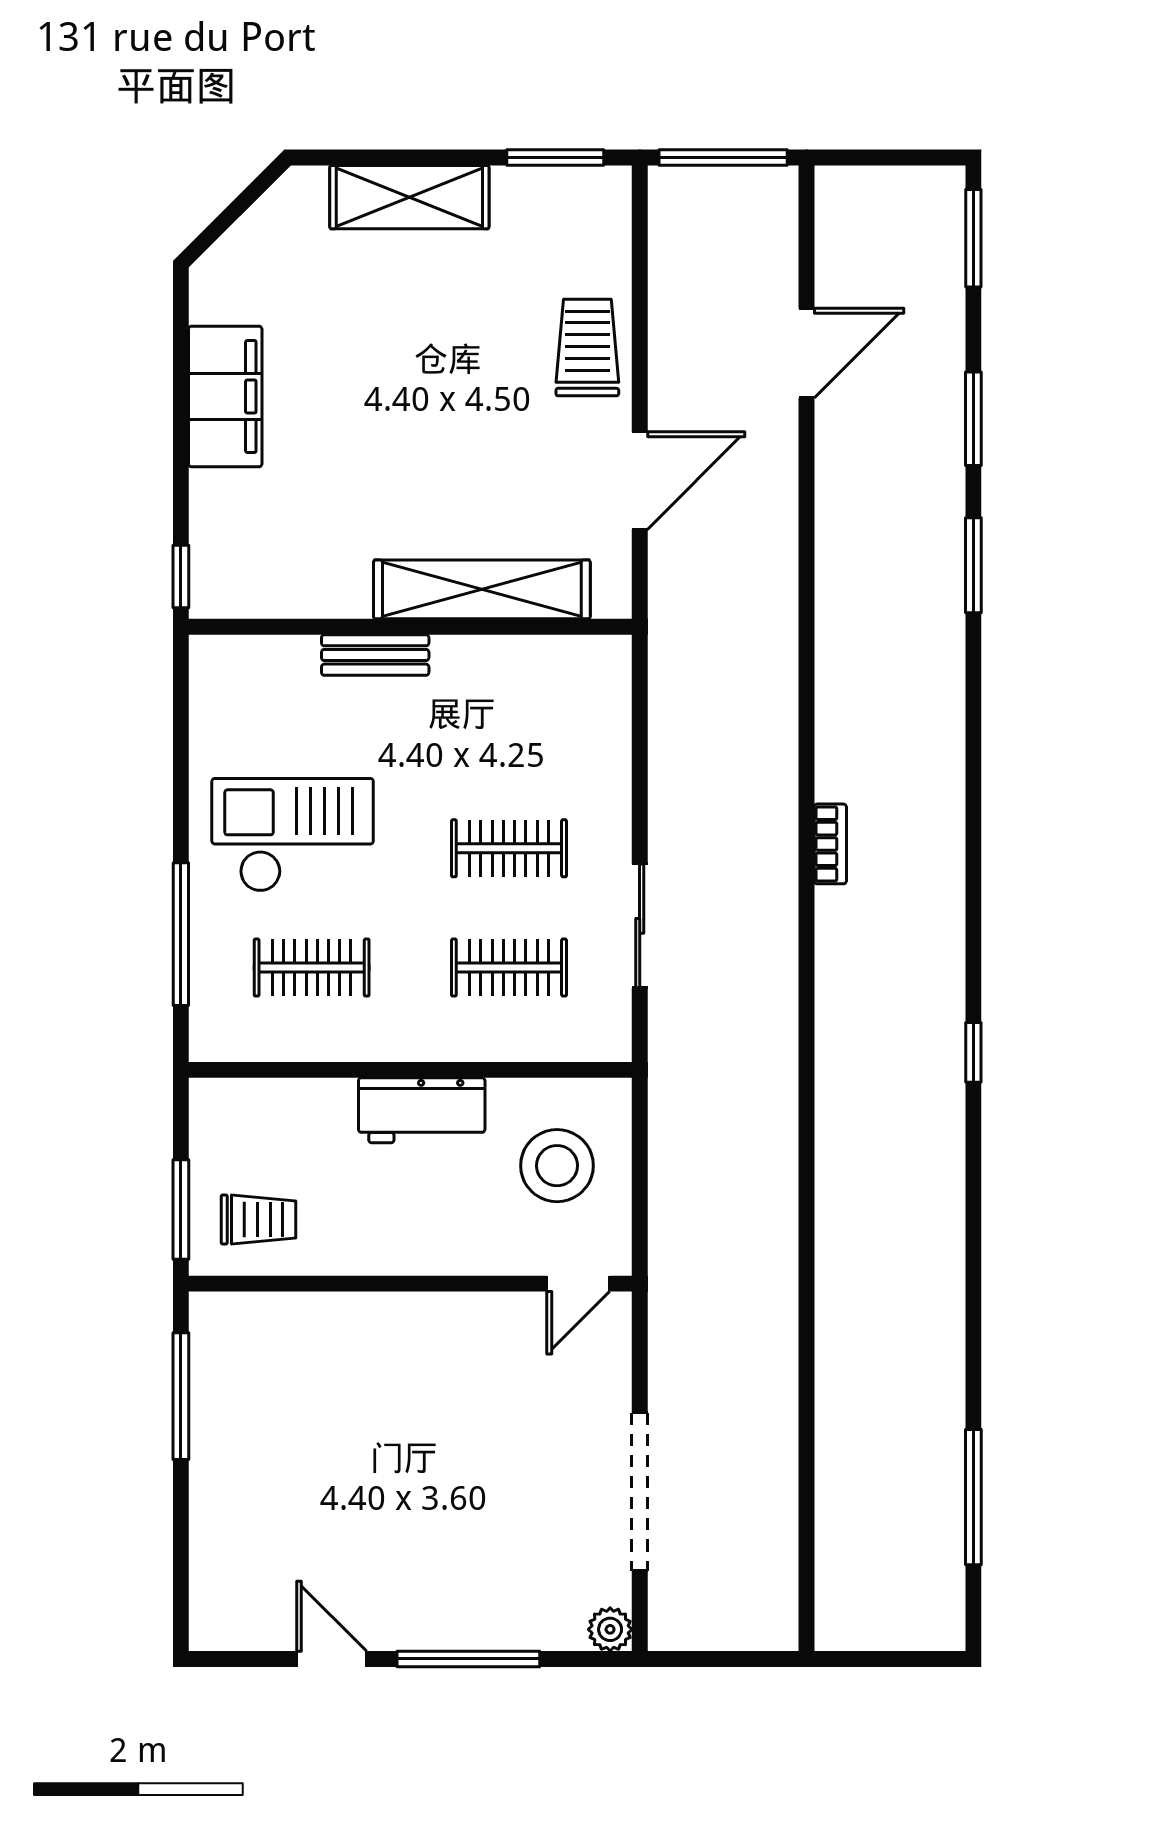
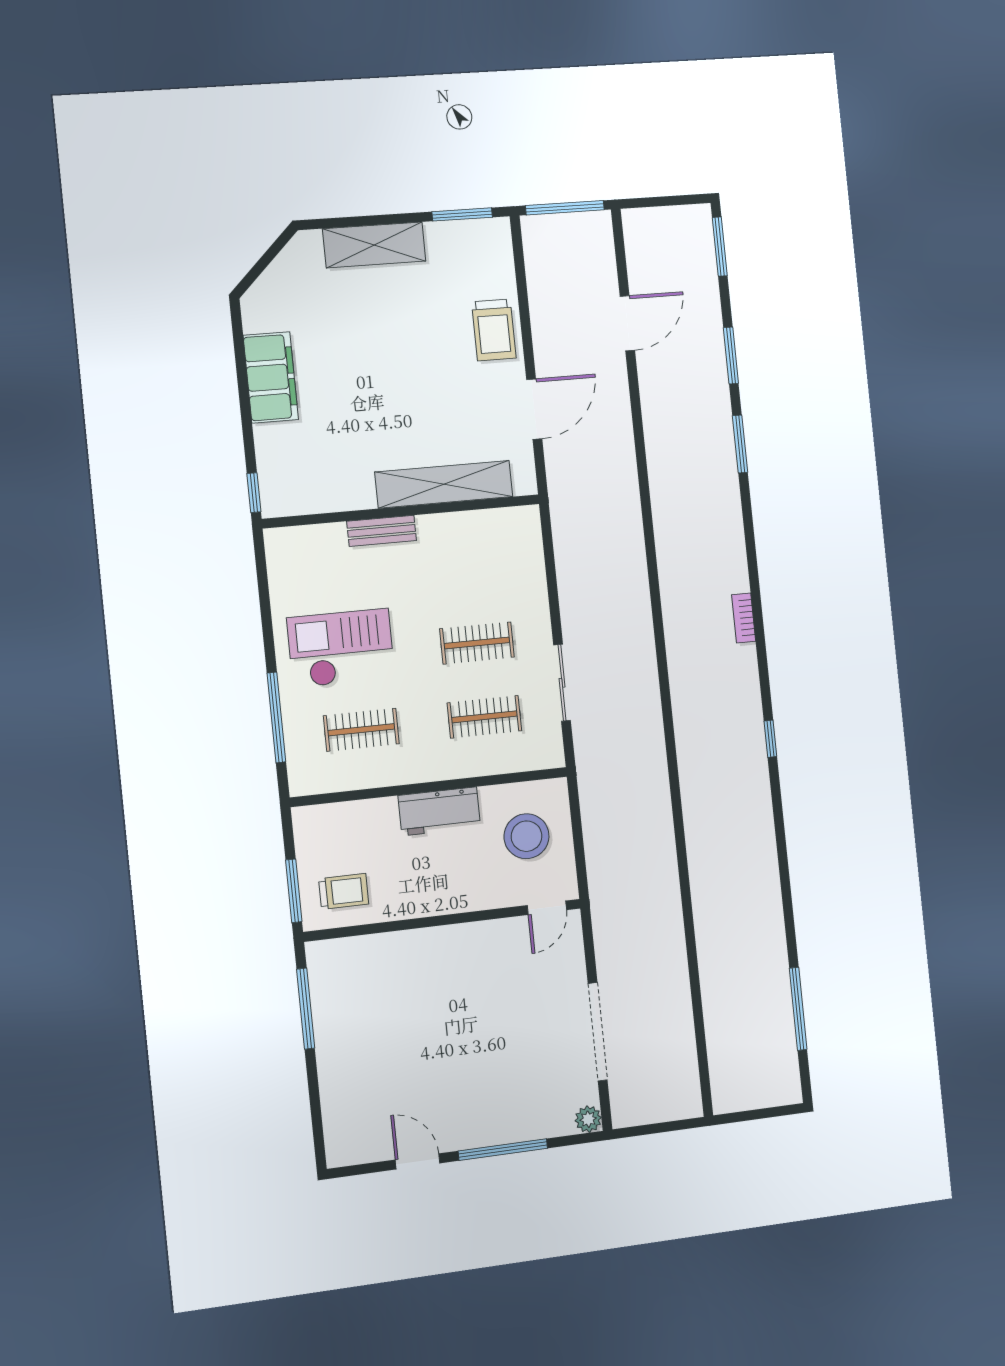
trolley: (587, 348) -> (494, 330), turned 180
bookcase: (830, 844) -> (744, 618), moved, turned 180

